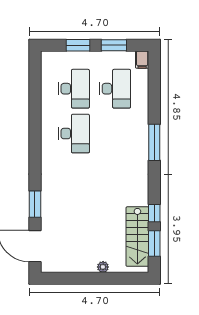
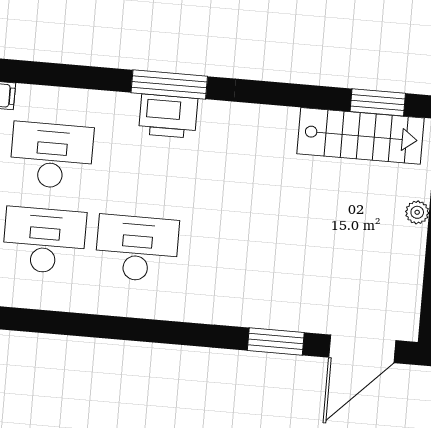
printer: (139, 143) -> (168, 116), added
window: (154, 213) -> (315, 97), removed

